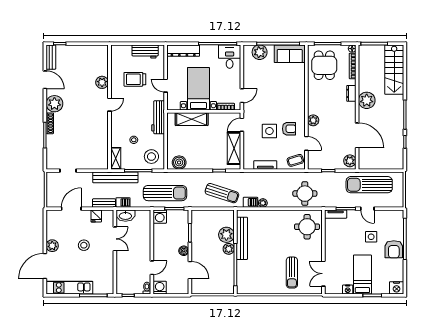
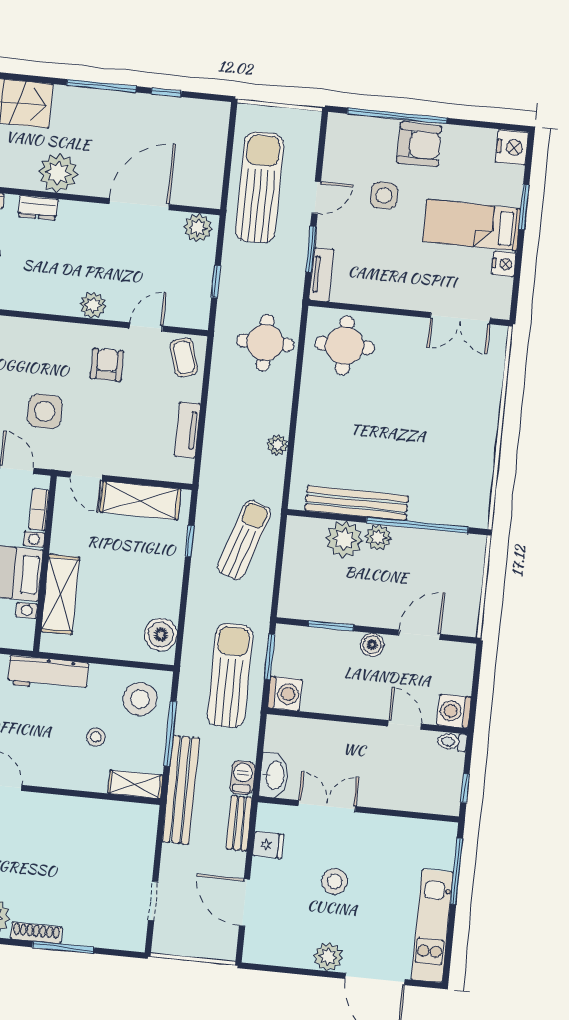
side table: (269, 131) -> (45, 411), moved
sun lounger: (369, 185) -> (260, 187), turned 180
barbecue: (250, 202) -> (273, 474), removed
sun lounger: (292, 273) -> (450, 393), removed

